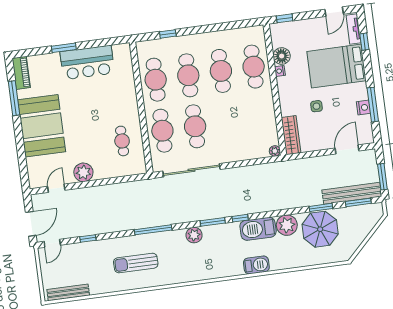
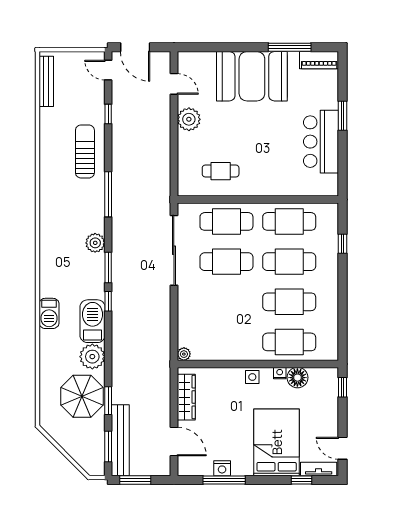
side table: (316, 106) -> (252, 377), moved
wardrobe: (291, 135) -> (186, 397), moved, turned -90
sun lounger: (136, 263) -> (85, 151), moved

